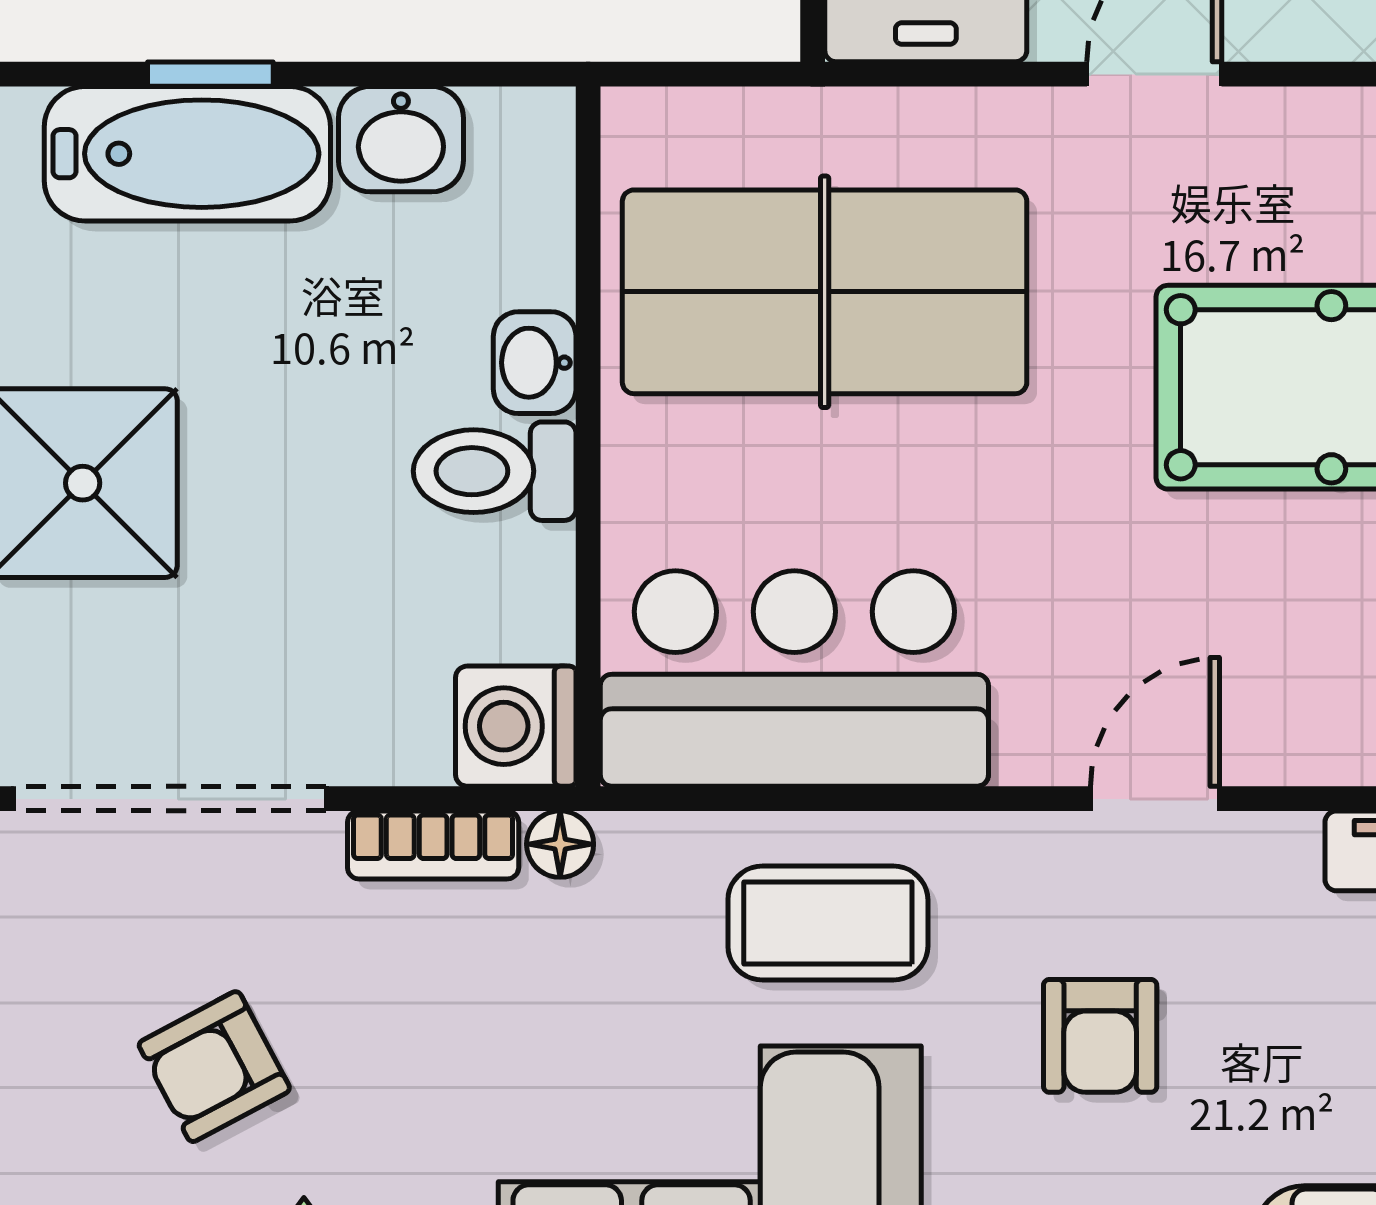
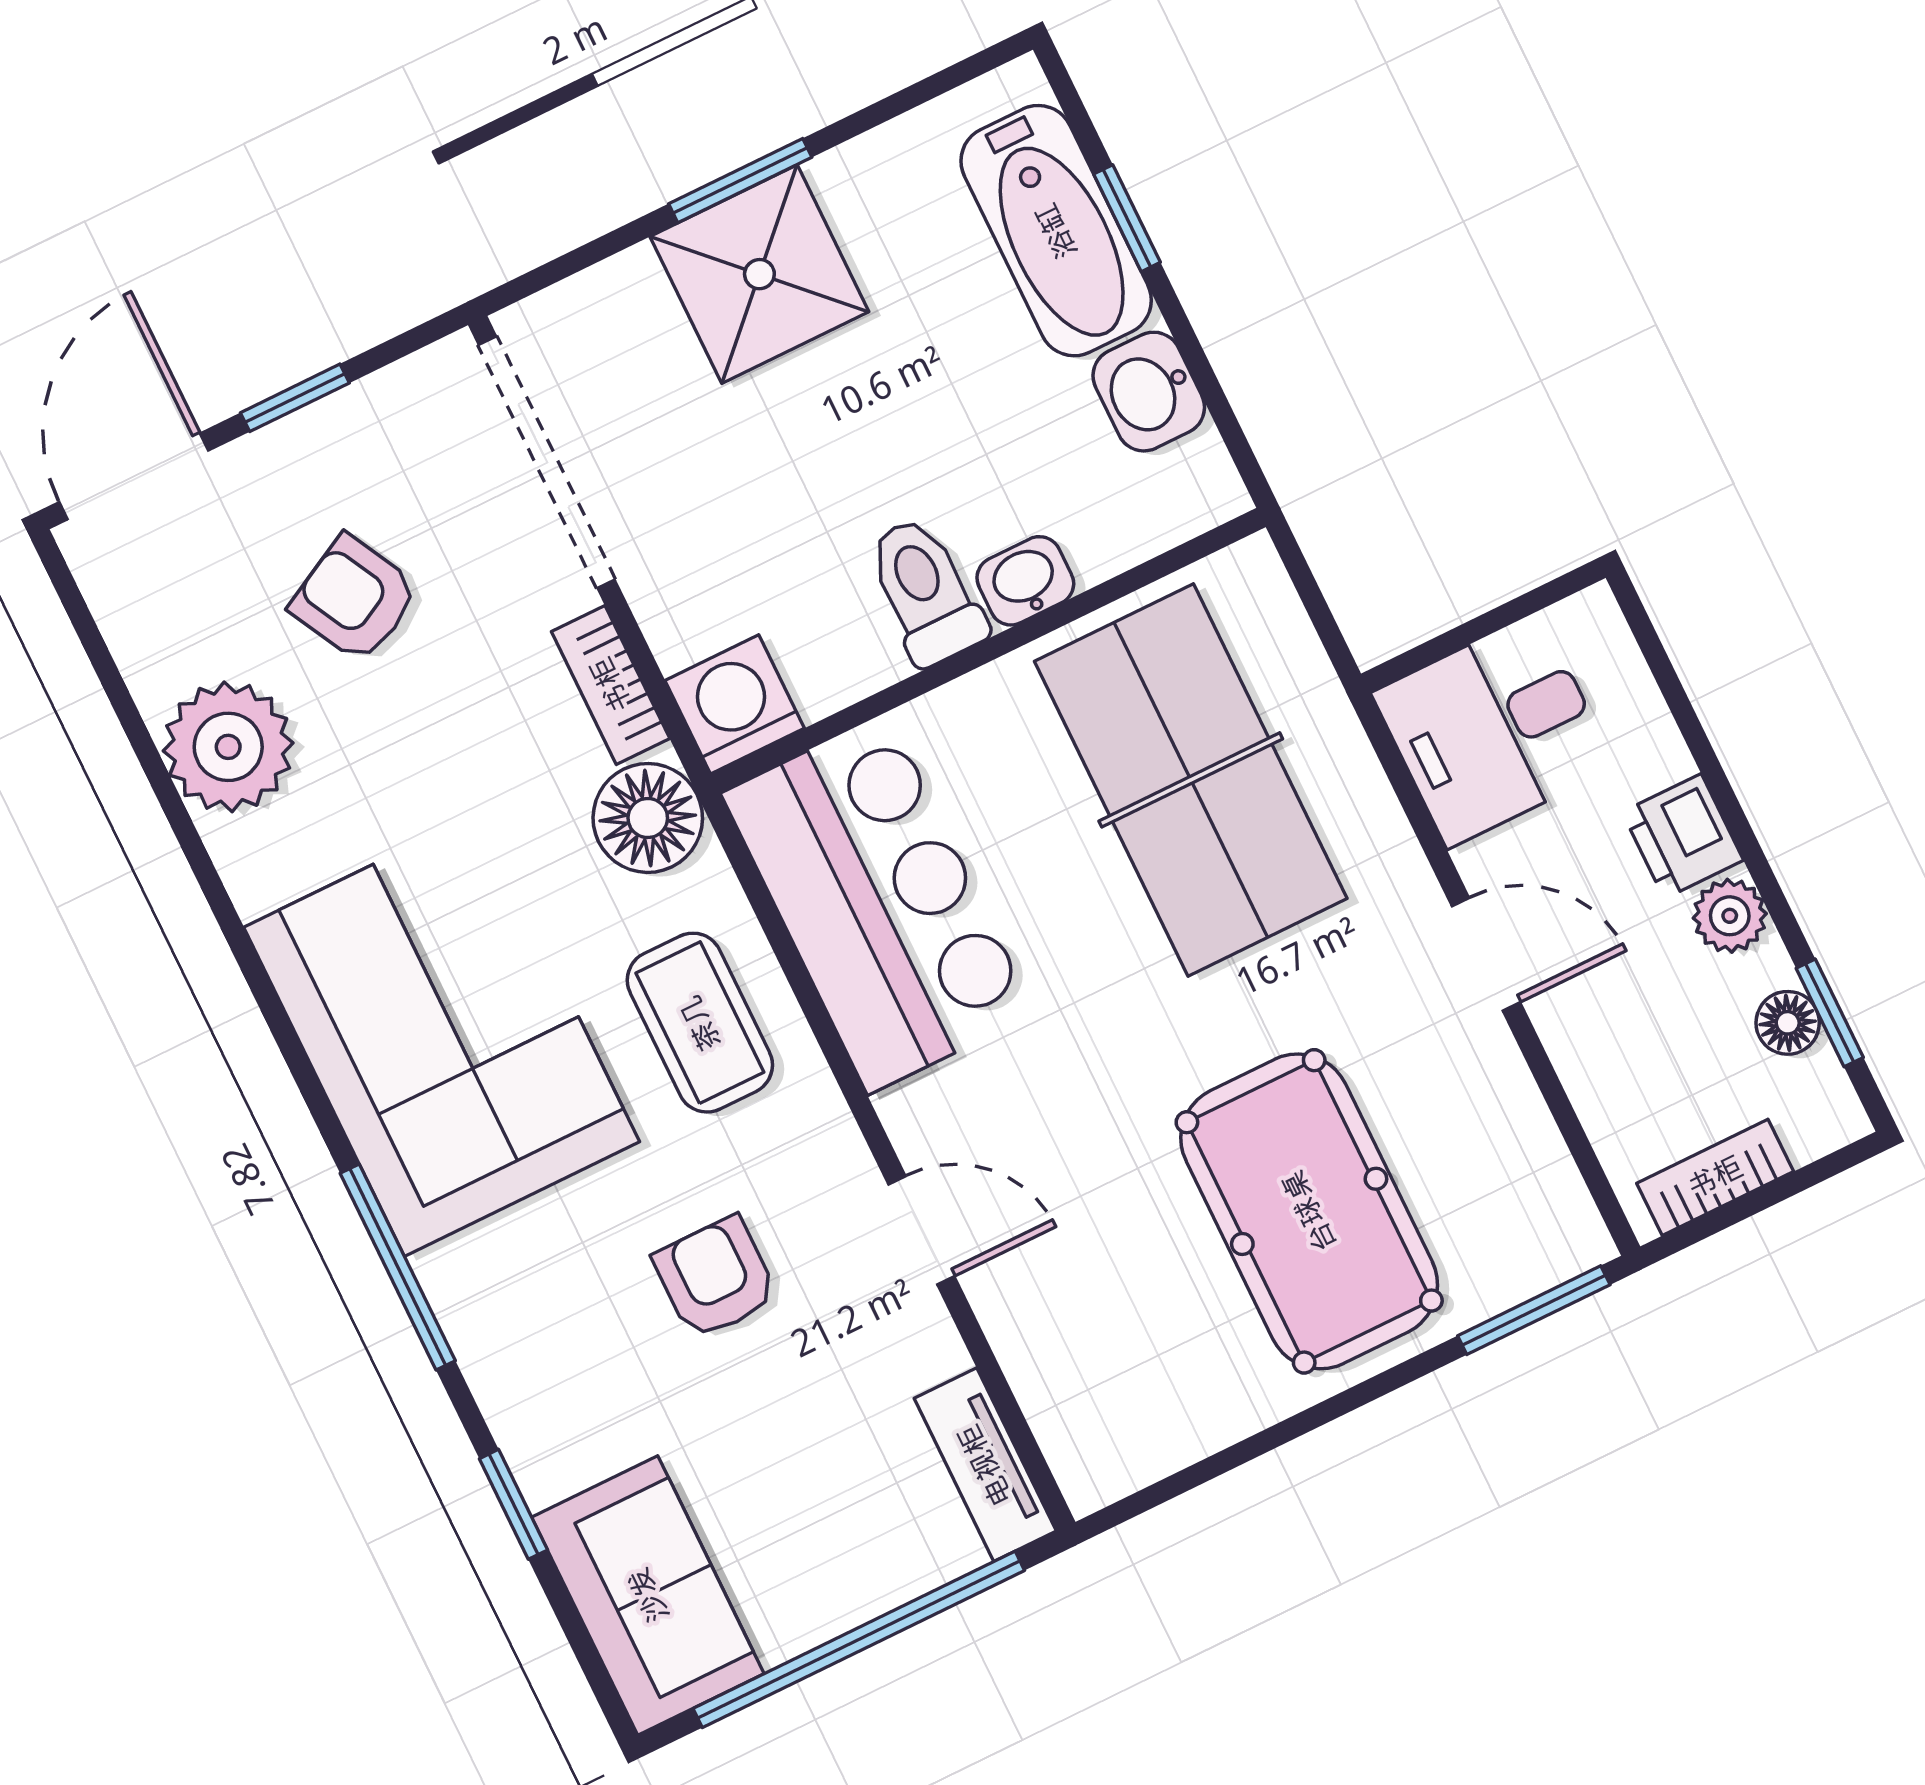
floor lamp: (560, 844) -> (648, 818), width x1.89, depth x1.89
armchair: (1100, 1036) -> (715, 1278), turned 90

